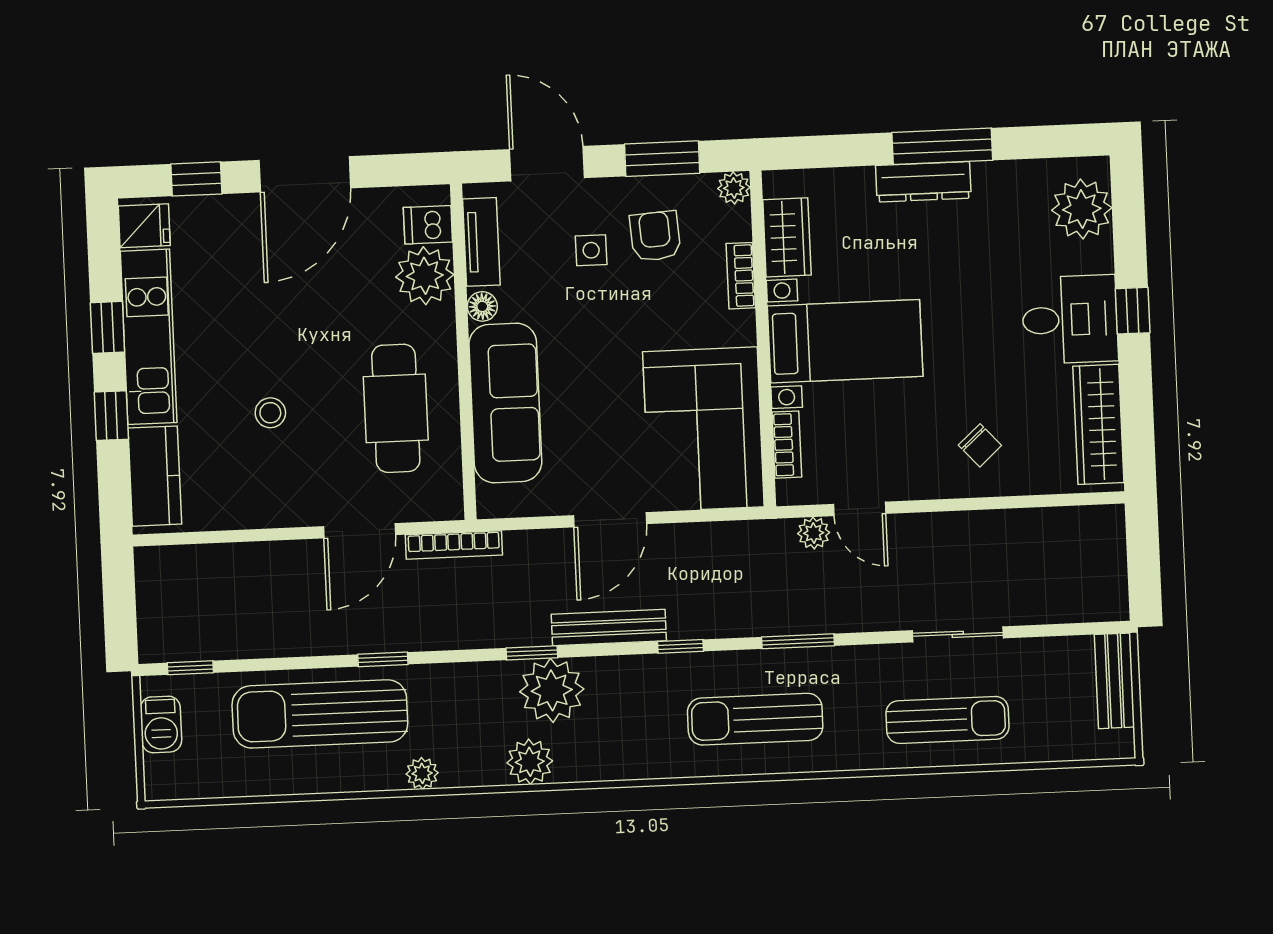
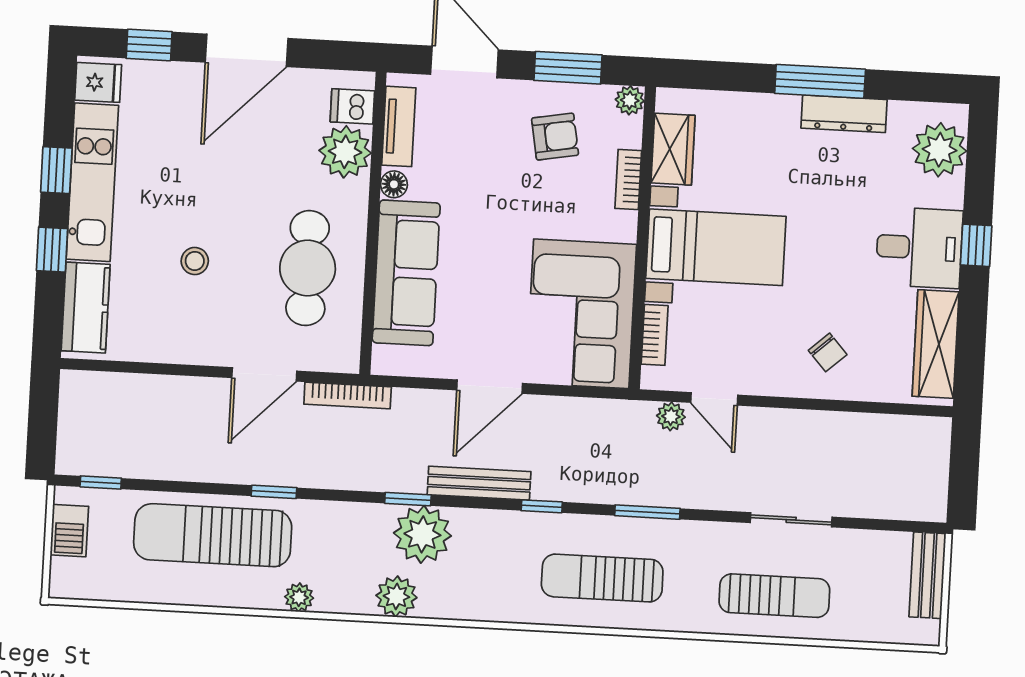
dresser: (923, 182) -> (844, 114), moved
armchair: (655, 236) -> (555, 137), turned 84
side table: (591, 250) -> (496, 144), removed

